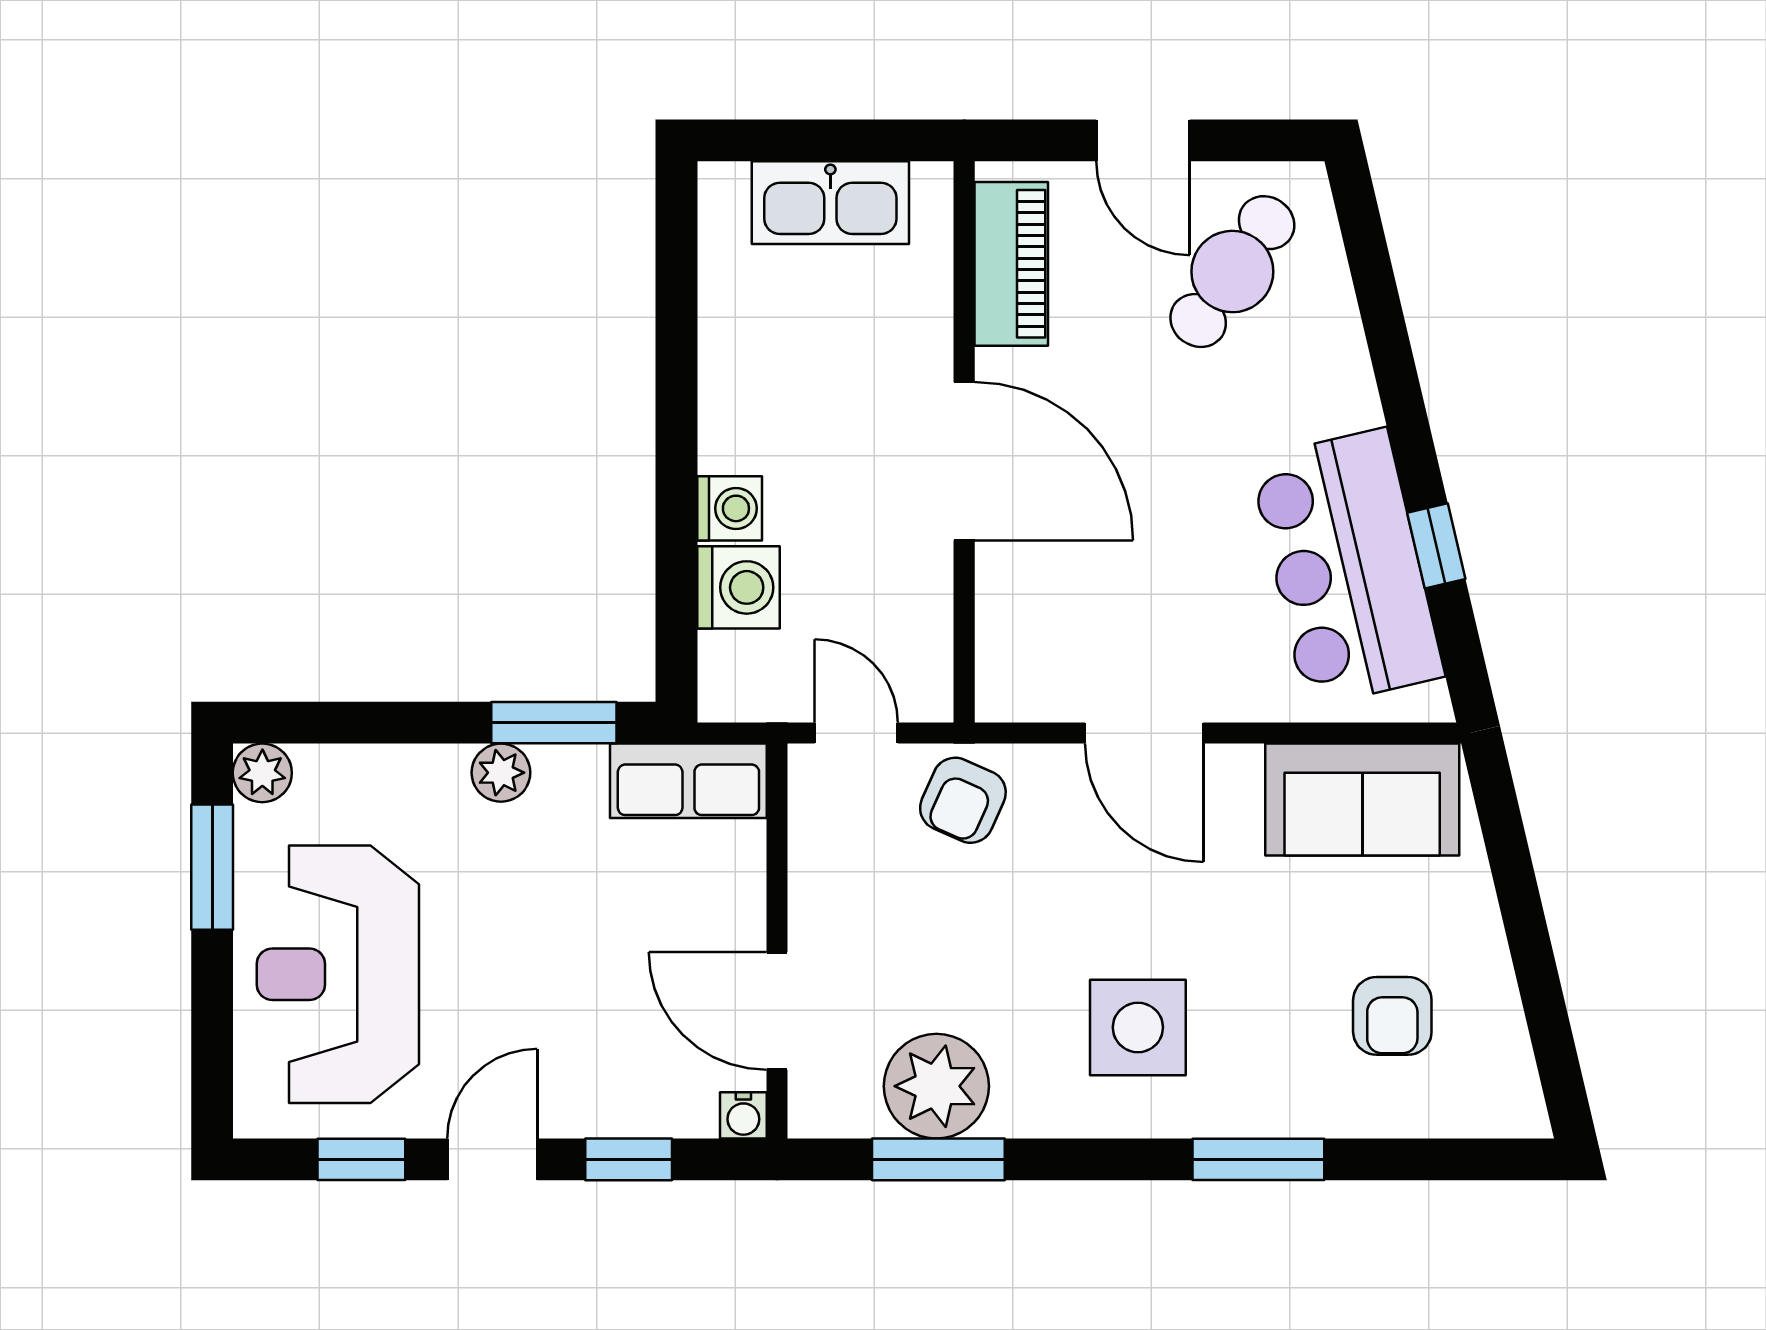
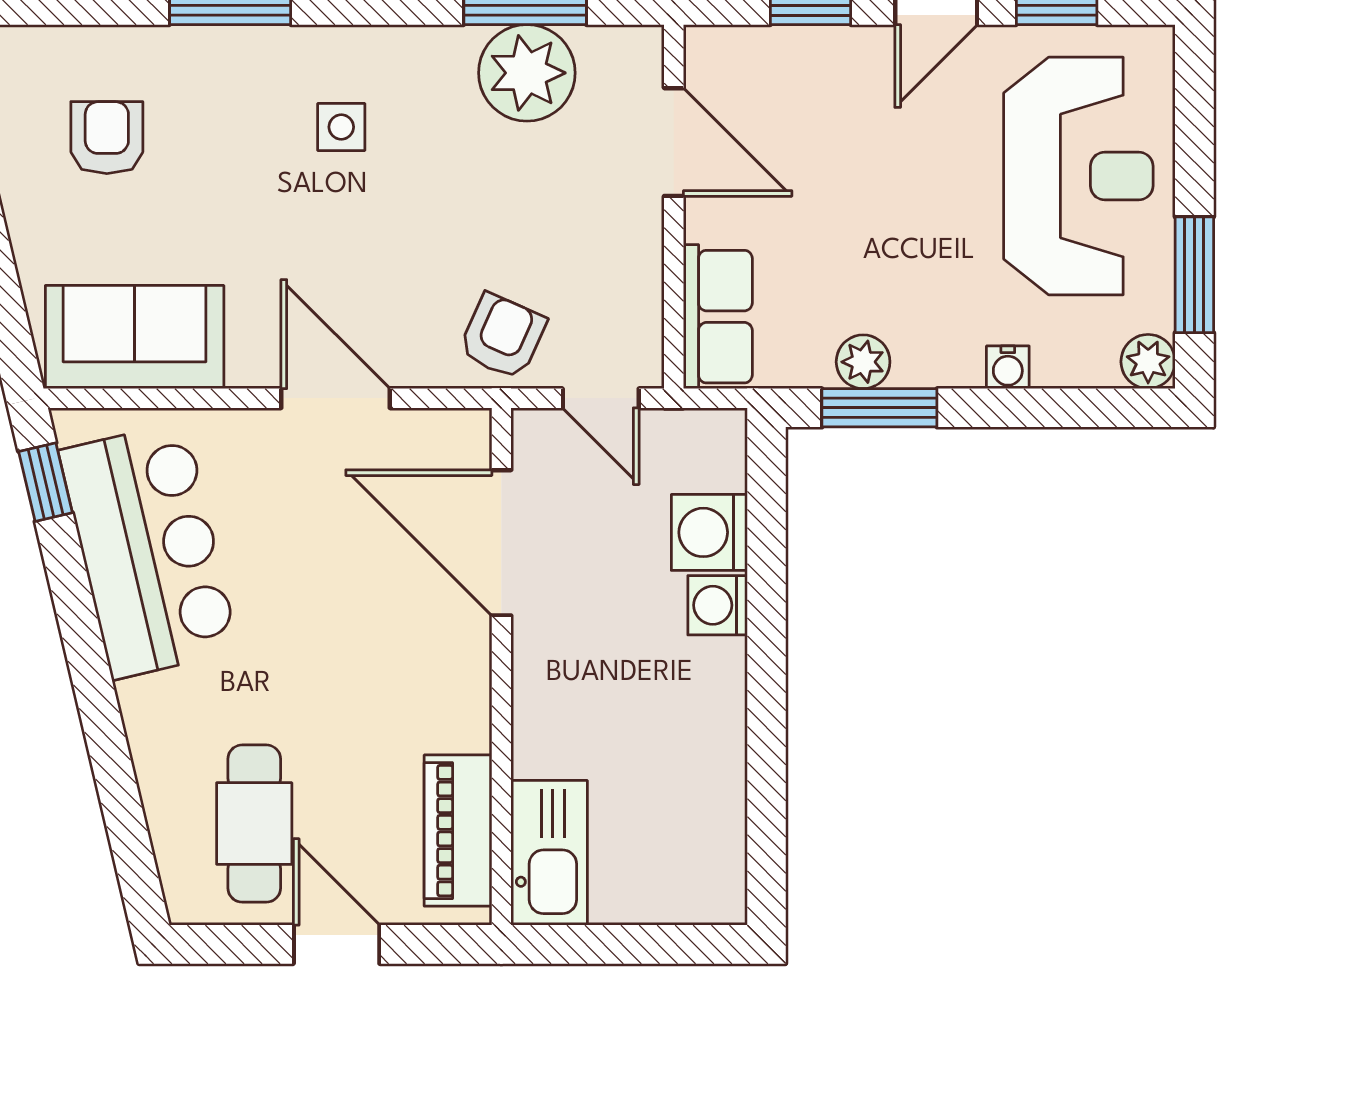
kitchen sink: (830, 203) -> (549, 853), moved, turned 90
cafe table: (1232, 272) -> (254, 824), turned -35
door: (964, 461) -> (501, 543), moved
window: (1436, 546) -> (46, 482), moved
plant: (501, 773) -> (863, 362), moved
row of seats: (688, 781) -> (718, 317), moved, turned 90
side table: (1138, 1027) -> (341, 127), width x0.54, depth x0.54
water cooler: (743, 1115) -> (1008, 367), moved, turned 180

